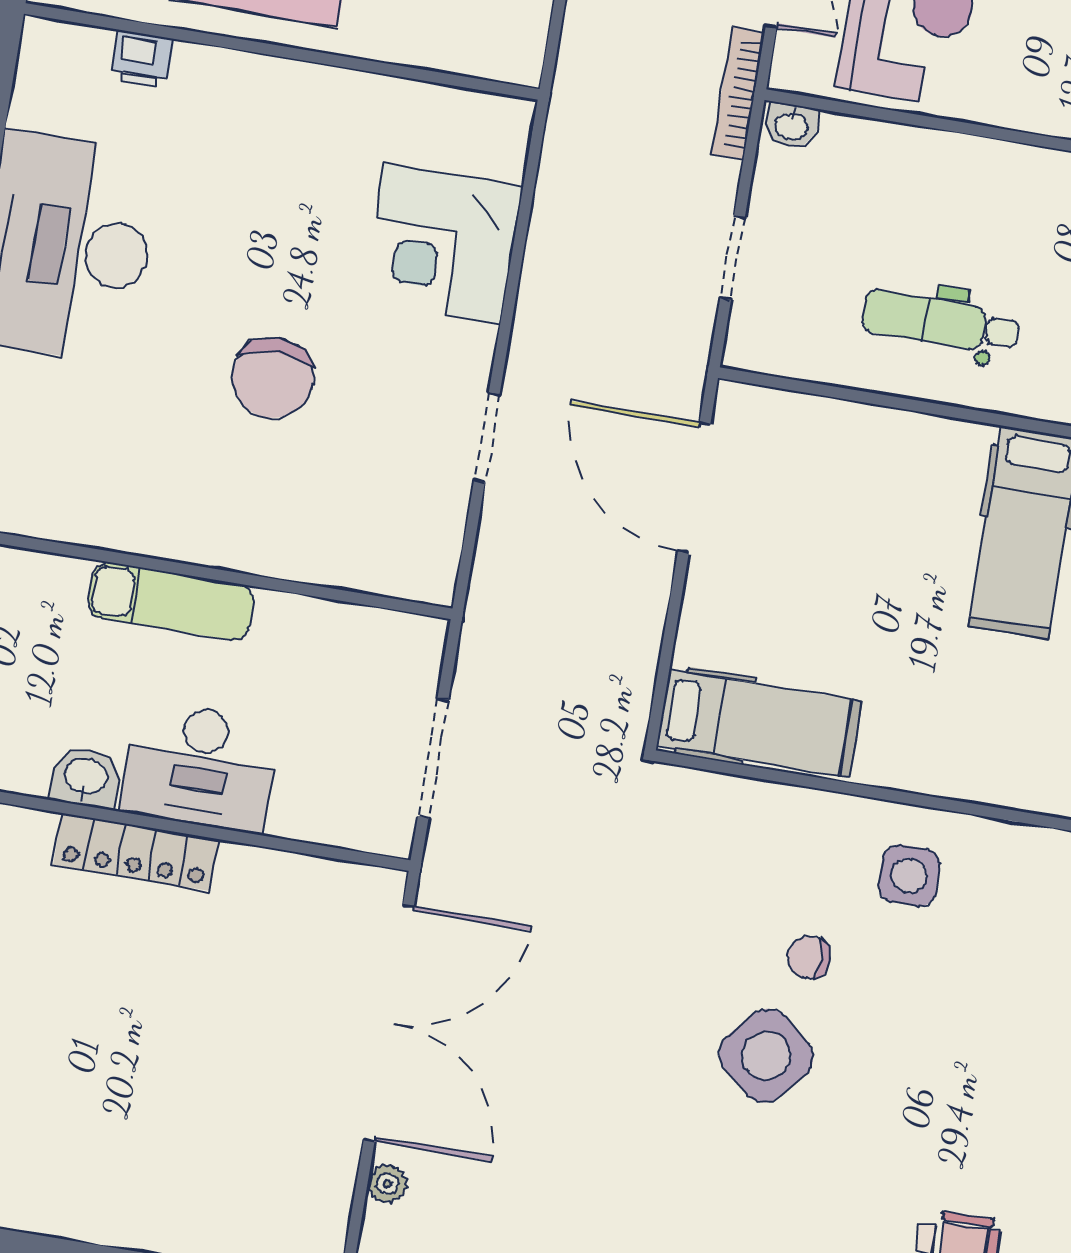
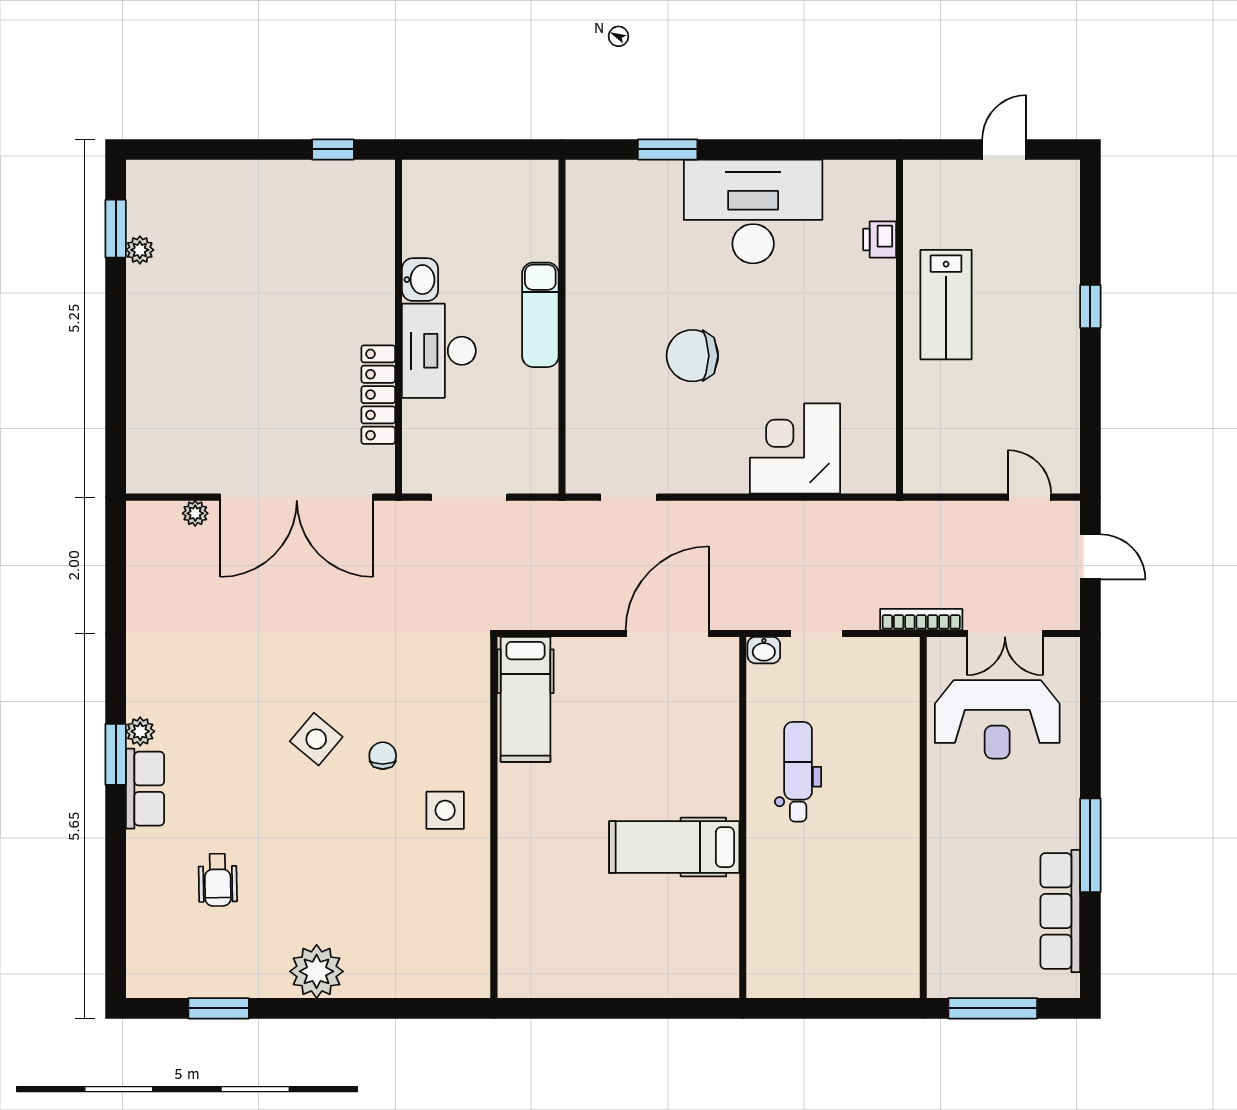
washbasin: (792, 125) -> (764, 650), moved, turned -90
doorway: (487, 437) -> (629, 497), moved
locker: (136, 852) -> (378, 395), moved
side table: (766, 1056) -> (316, 739), width x0.73, depth x0.73

